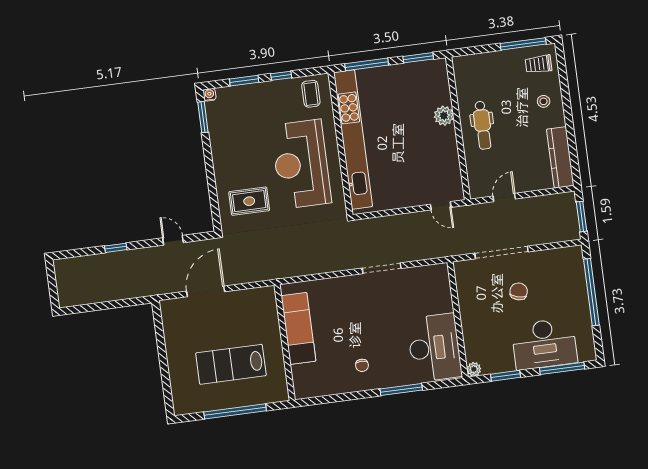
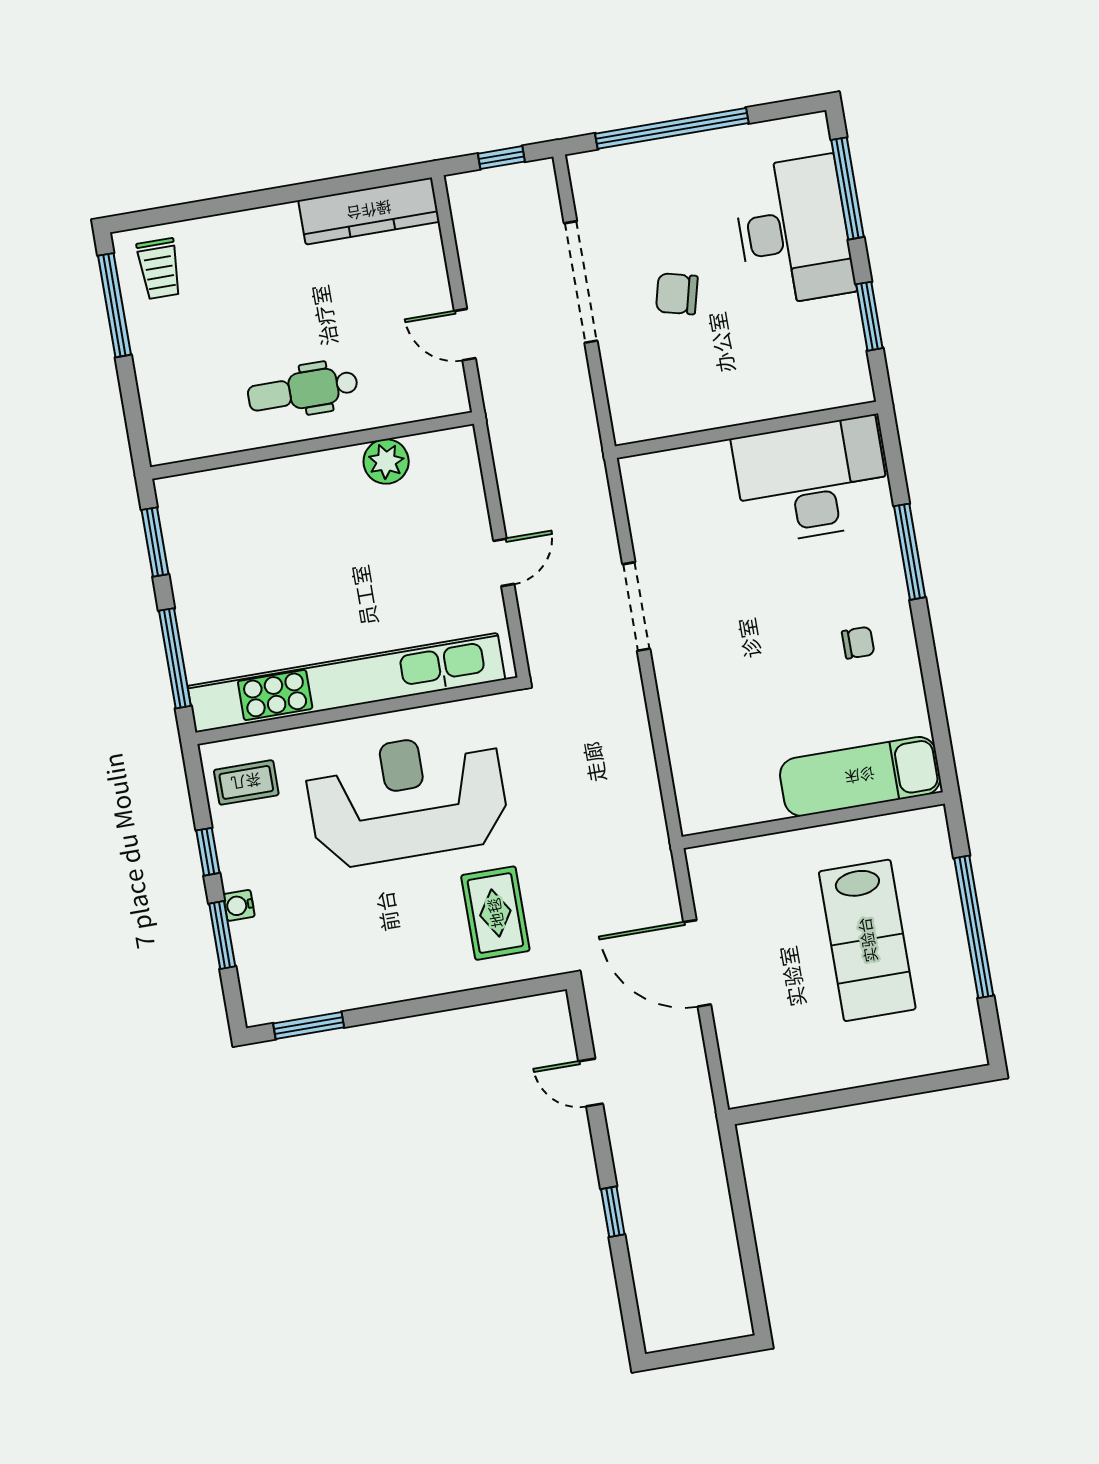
water cooler: (209, 95) -> (239, 905), moved
stool: (544, 101) -> (243, 254), removed
plant: (444, 116) -> (386, 461), moved
dental chair: (482, 125) -> (303, 390), turned 180
reception desk: (301, 164) -> (407, 799), turned 180
door: (441, 206) -> (504, 562), moved
window: (581, 217) -> (501, 158), width x0.67
door: (173, 240) -> (591, 1083), hinge flipped
doorway: (501, 252) -> (581, 282), moved
door: (206, 291) -> (697, 963), moved
exam couch: (298, 328) -> (860, 776), moved
plant: (474, 369) -> (857, 388), removed

